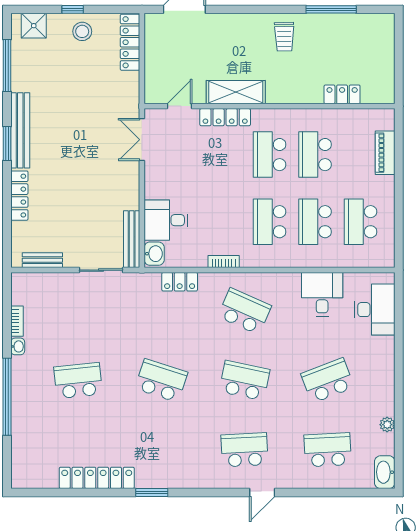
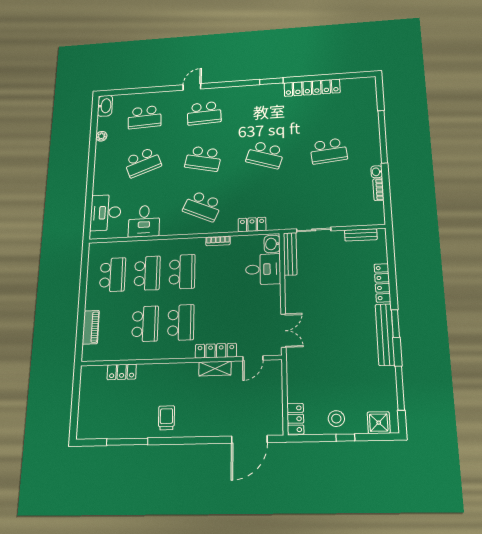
locker: (130, 42) -> (295, 419), width x0.66
shelving: (236, 92) -> (215, 368), width x0.67, depth x0.75

